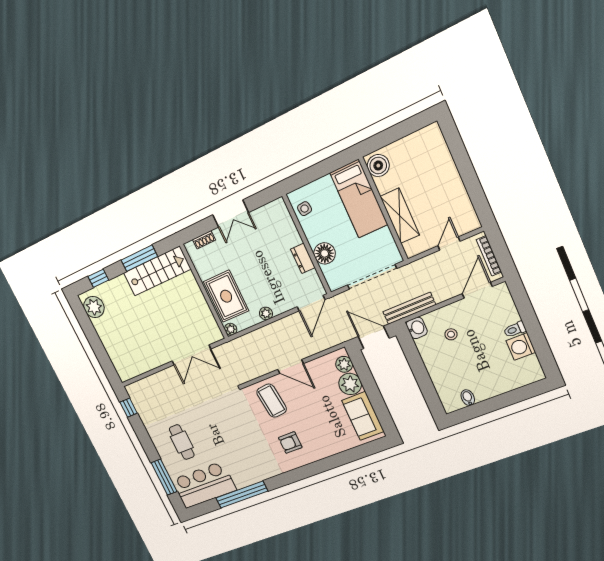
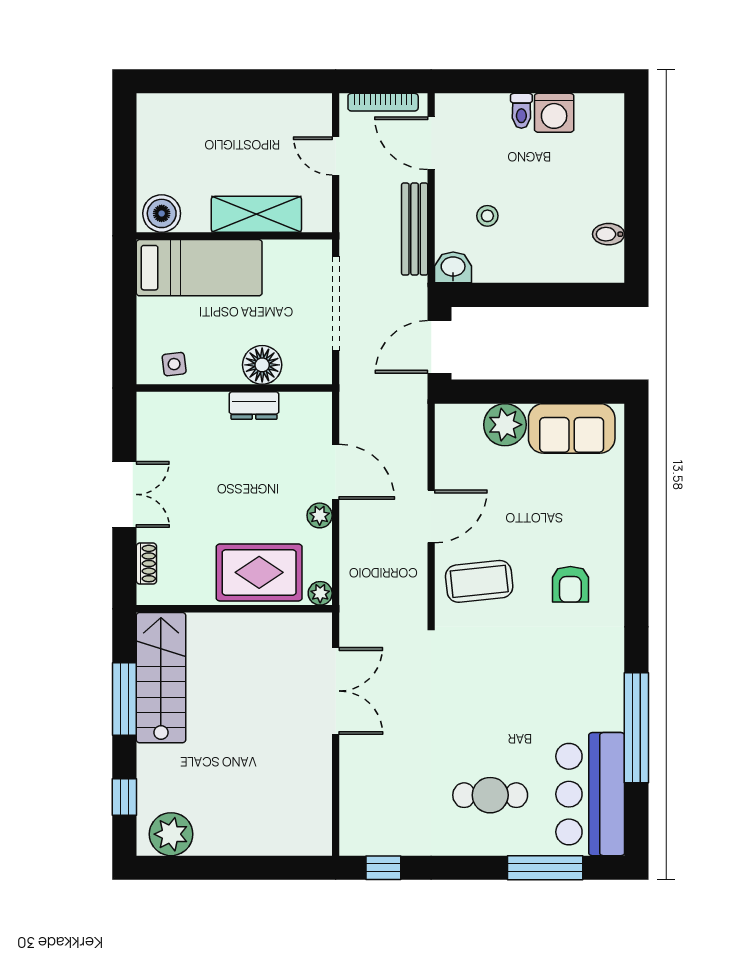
door: (311, 303) -> (336, 472), moved
bench: (409, 308) -> (415, 229), moved
plant: (344, 364) -> (466, 419), removed

